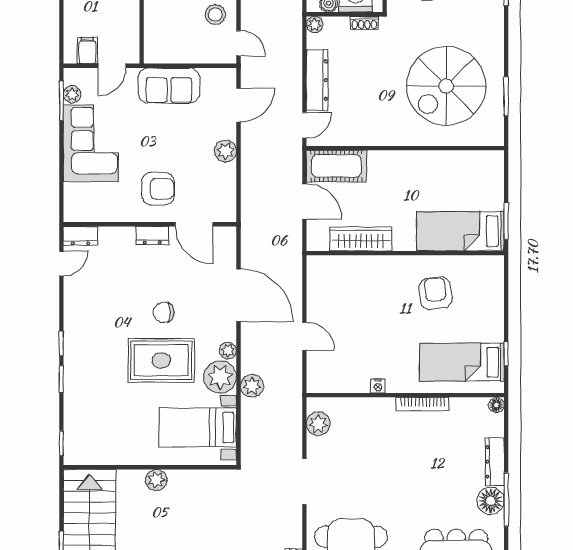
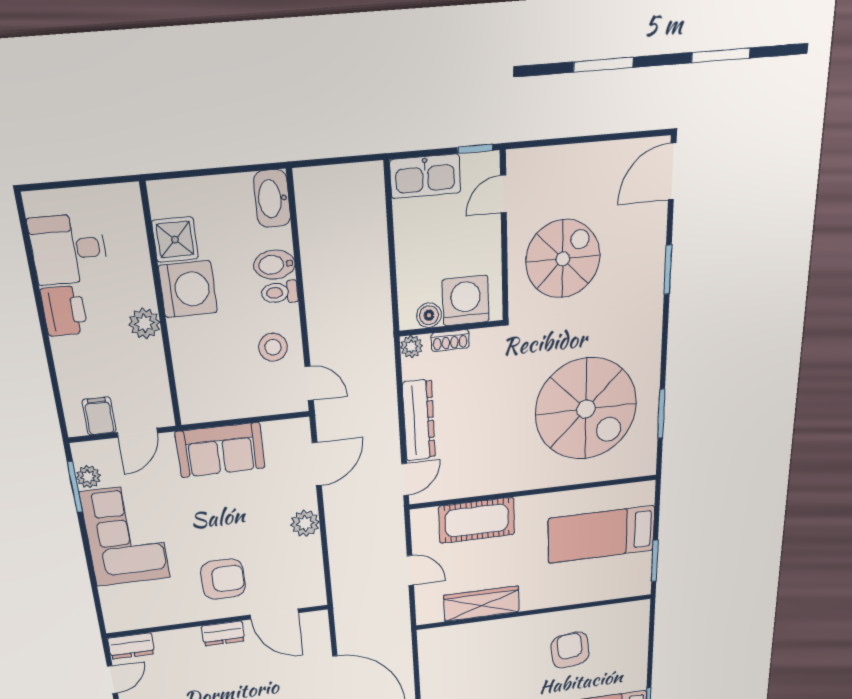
shoe rack: (364, 23) -> (450, 340), moved
spiral stairs: (446, 86) -> (586, 409), turned -90
cot: (336, 166) -> (477, 520), moved
door: (304, 201) -> (410, 570), width x0.73
bed: (460, 231) -> (601, 534), moved

